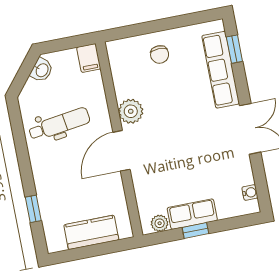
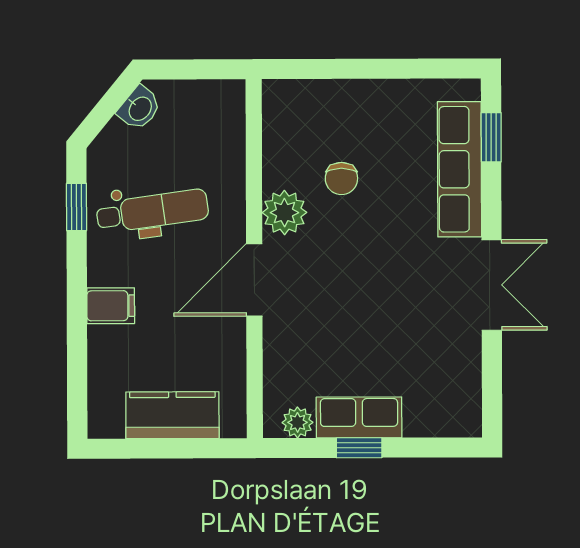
chair: (160, 54) -> (341, 179), moved
filing cabinet: (89, 58) -> (111, 306), moved, turned -90
water cooler: (250, 193) -> (469, 399), removed
window: (33, 209) -> (77, 207), moved

